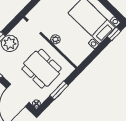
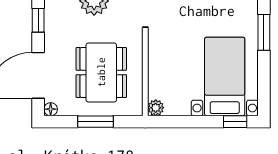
plant: (55, 39) -> (156, 108), moved

